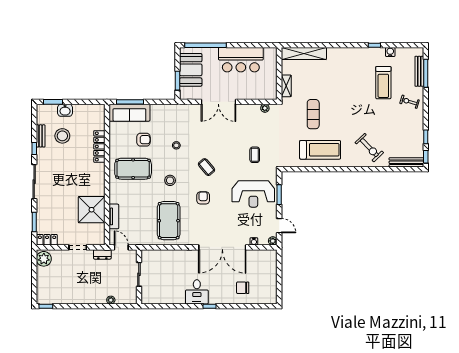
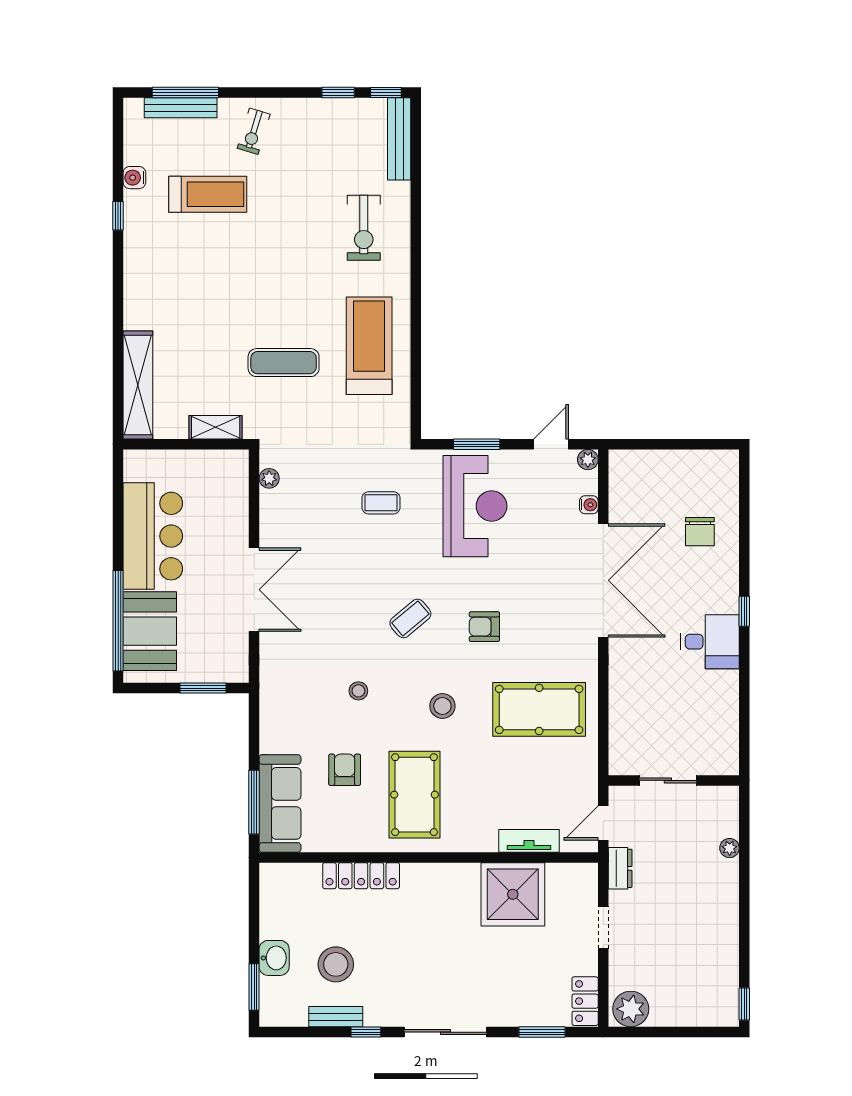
booth: (191, 70) -> (150, 631), moved, turned 90
exercise bike: (369, 148) -> (364, 228), turned 134

